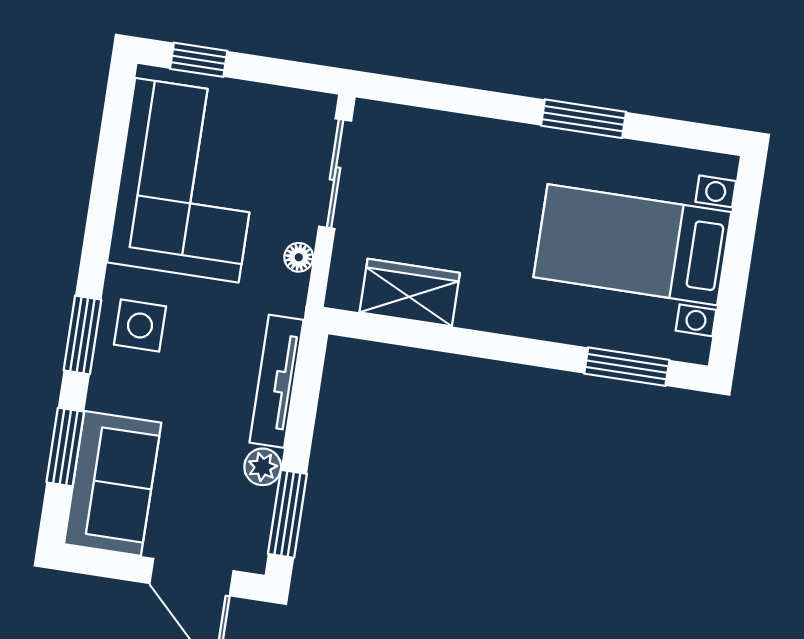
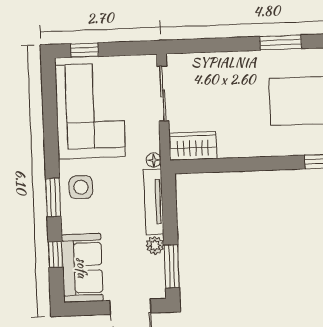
floor lamp: (299, 257) -> (154, 160), moved
wardrobe: (410, 293) -> (193, 146), moved
window: (65, 447) -> (55, 254), width x0.67

